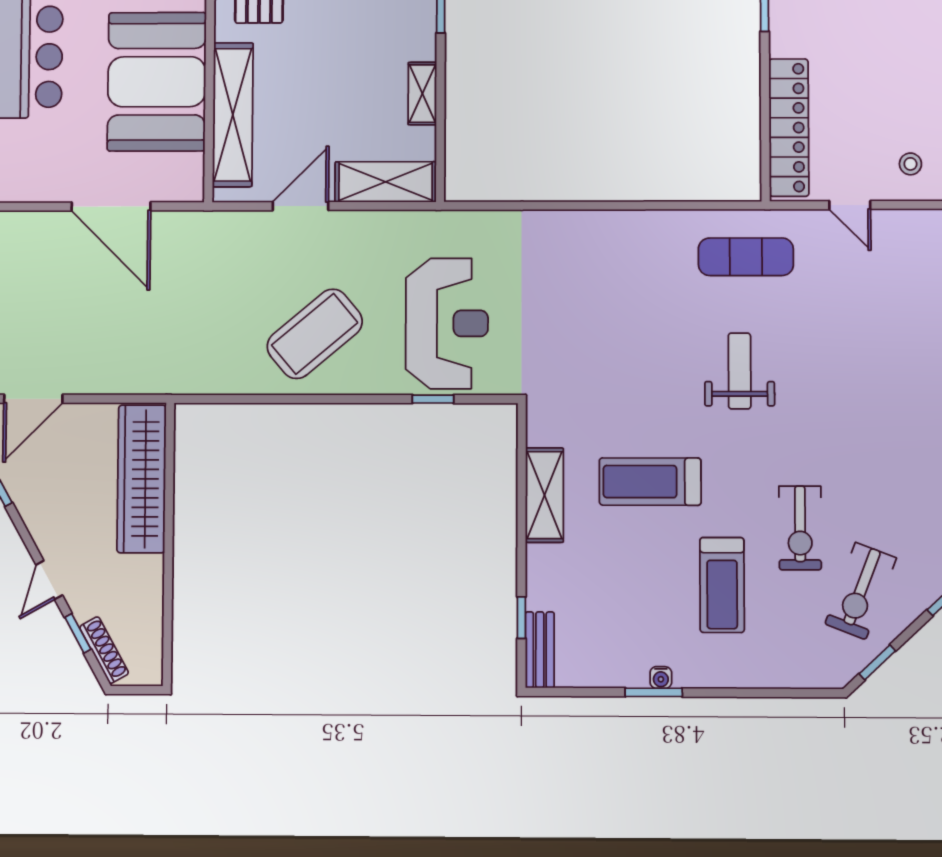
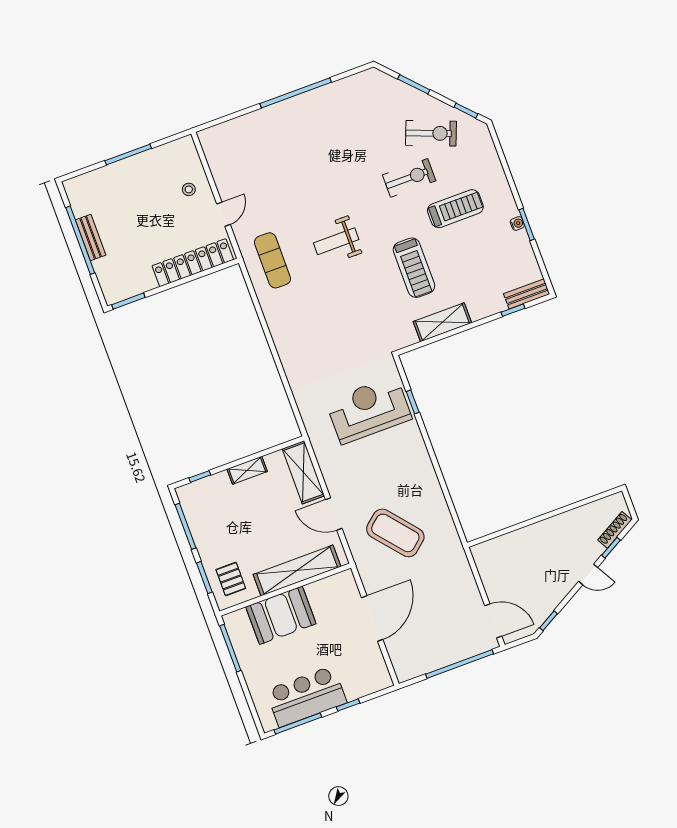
booth: (157, 82) -> (281, 615), width x0.73, depth x0.70
coffee table: (315, 334) -> (395, 533), moved
wardrobe: (142, 479) -> (515, 545), removed

